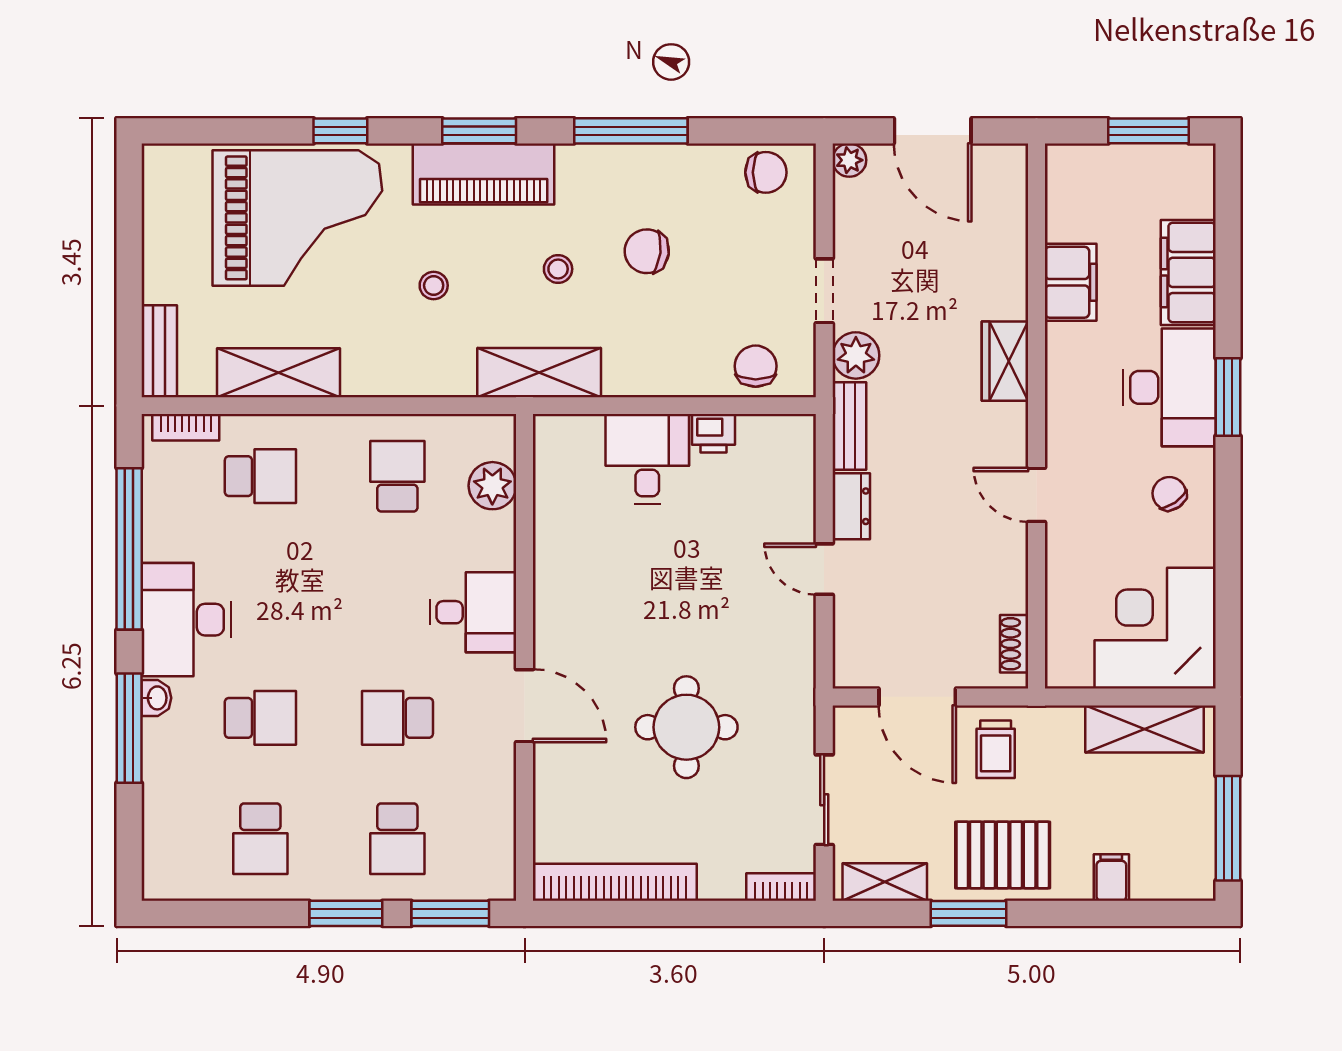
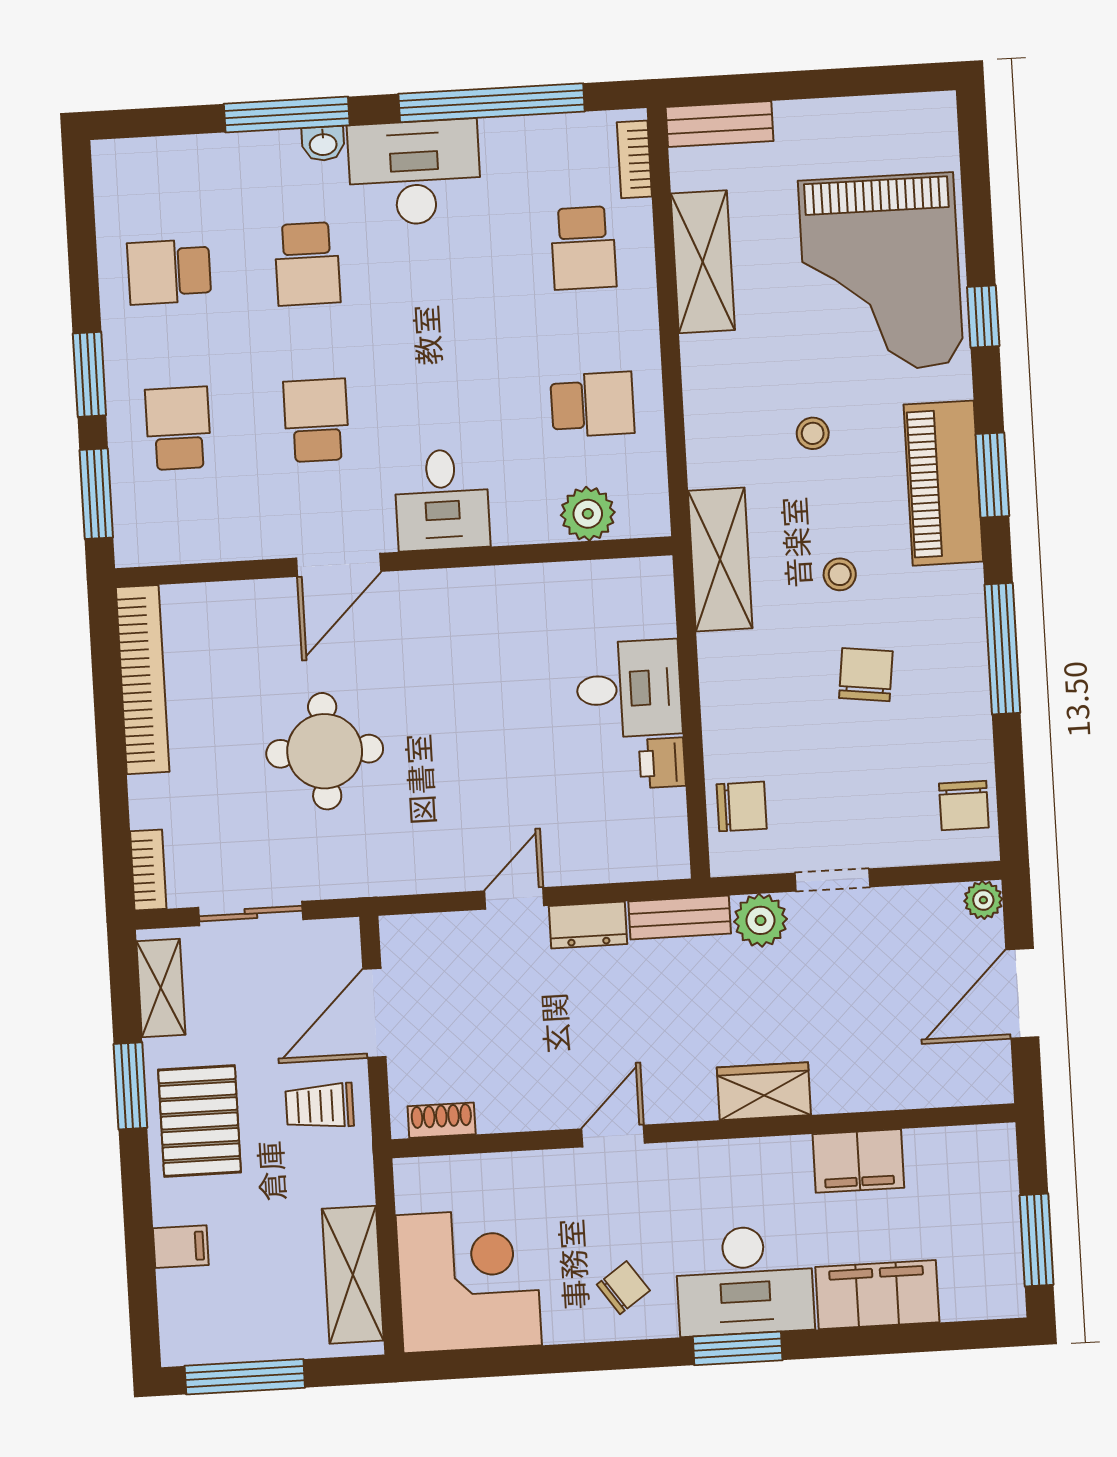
school desk: (397, 839) -> (178, 428), turned 90

